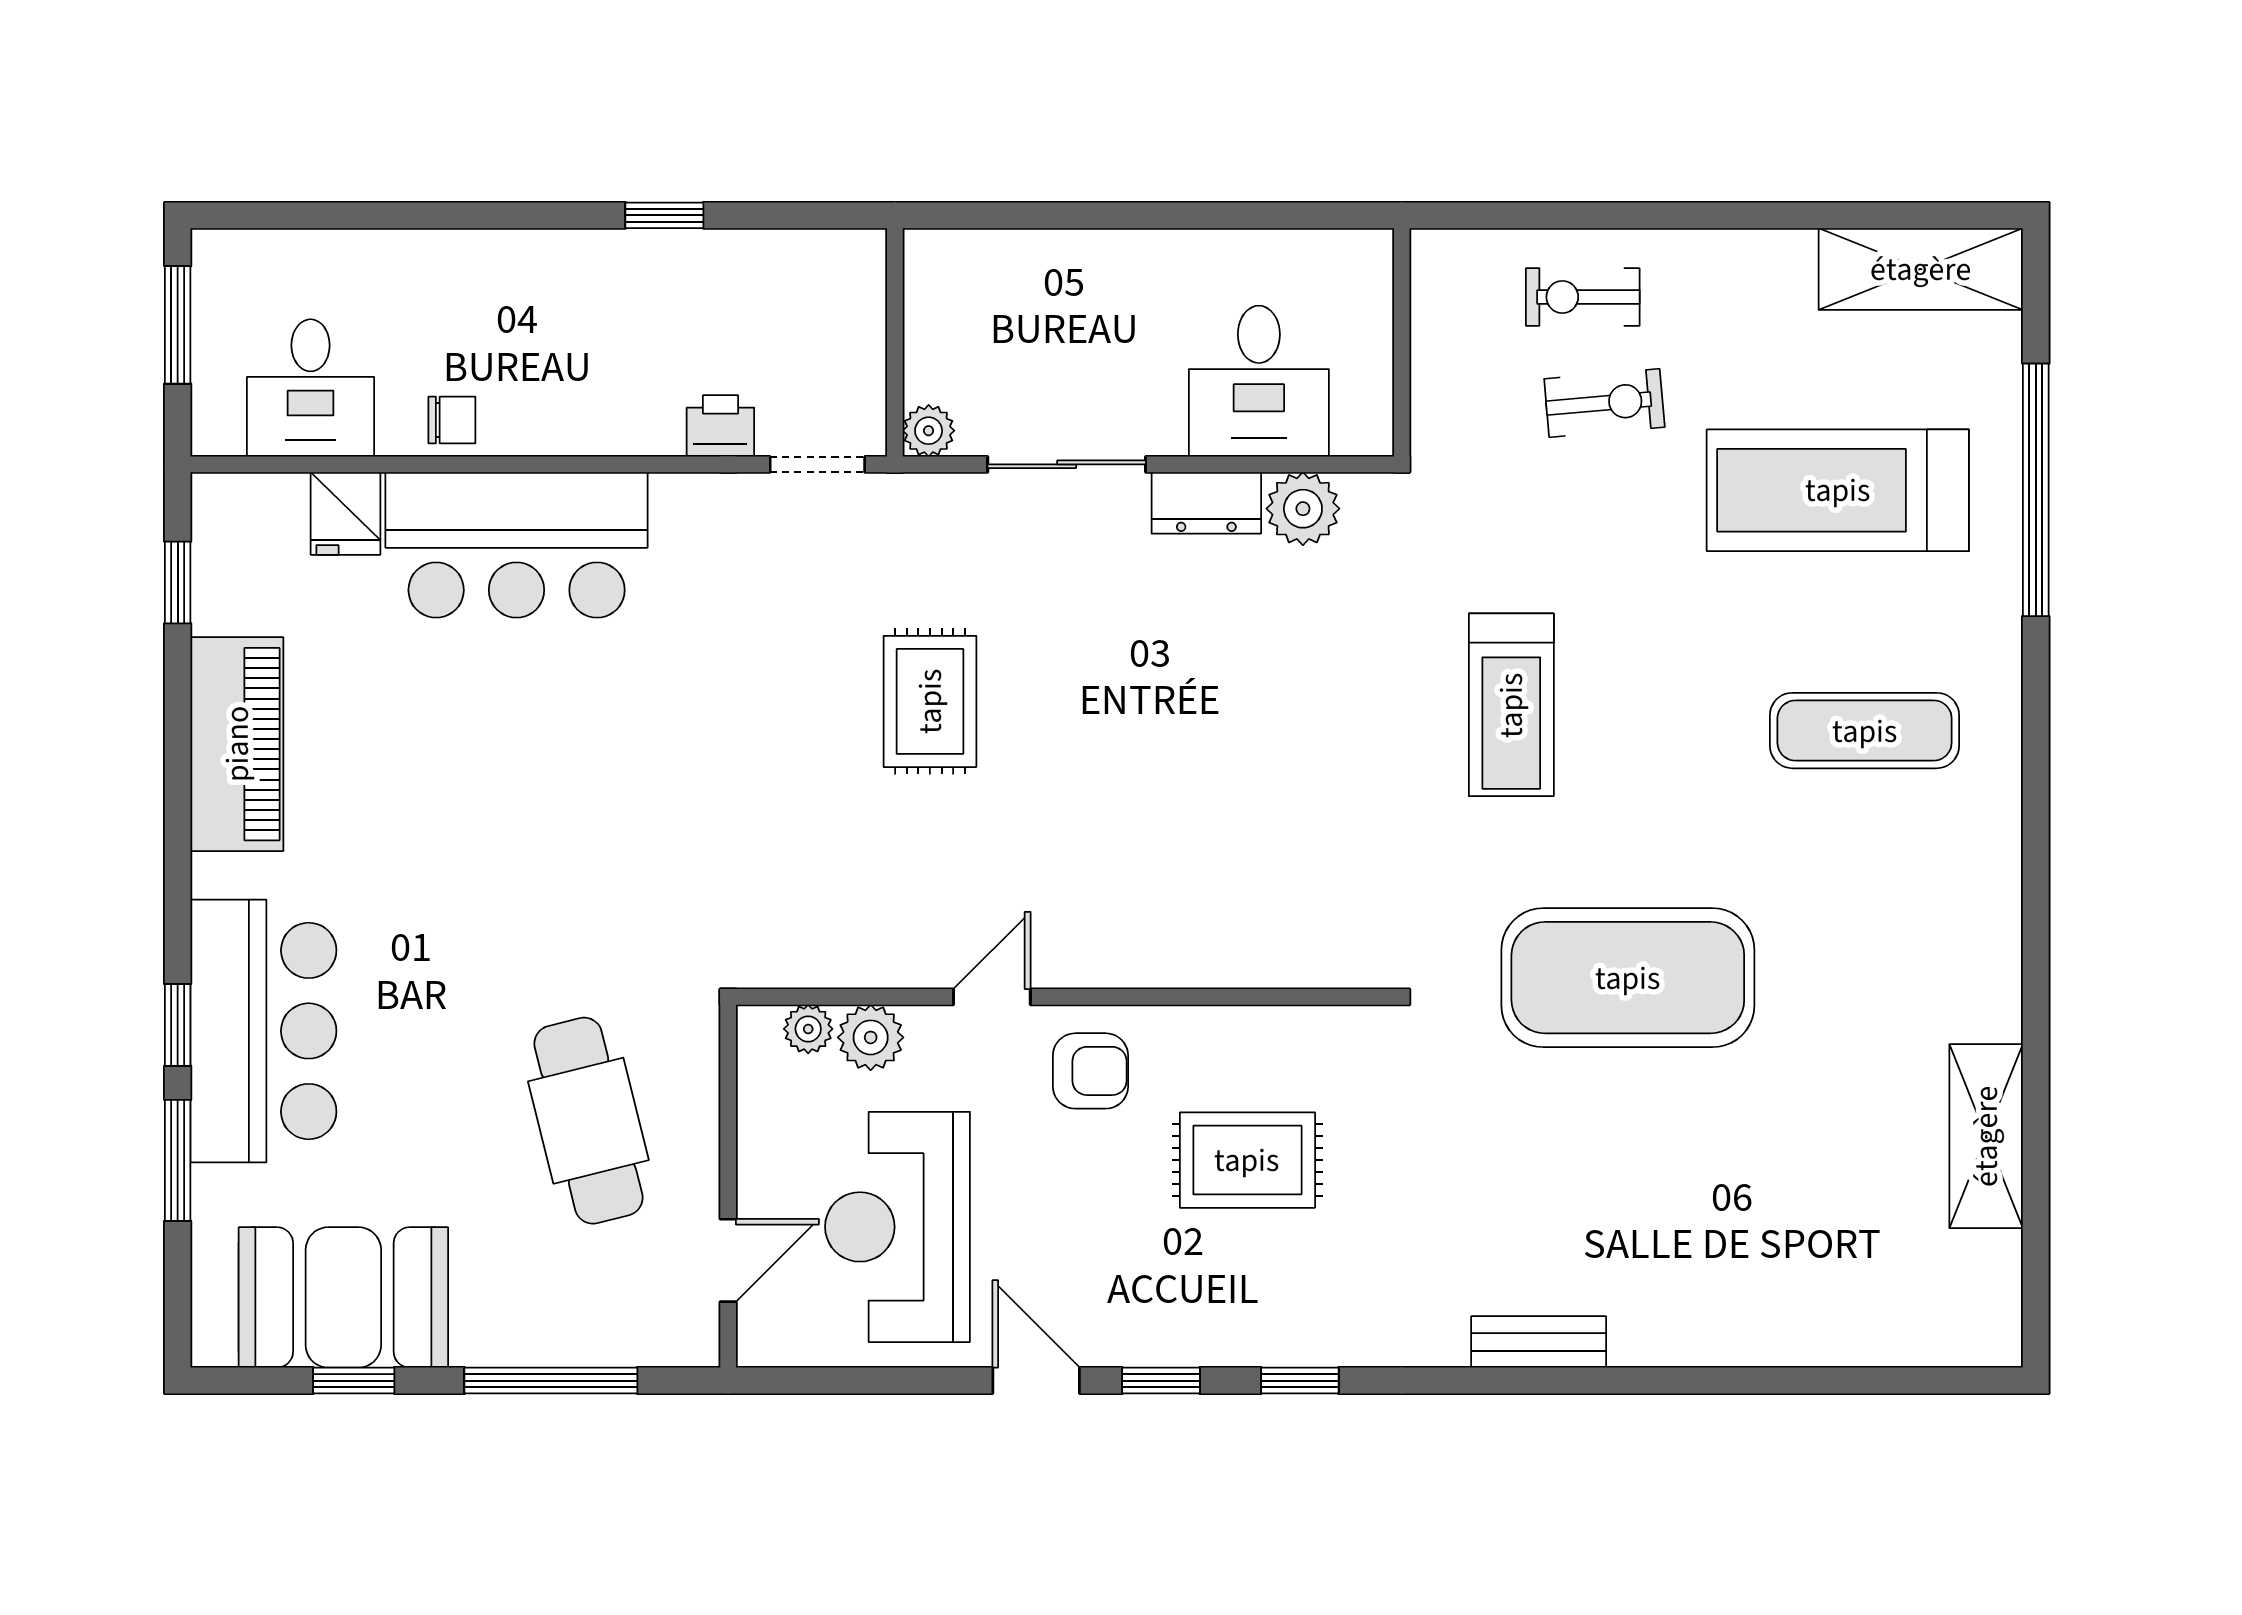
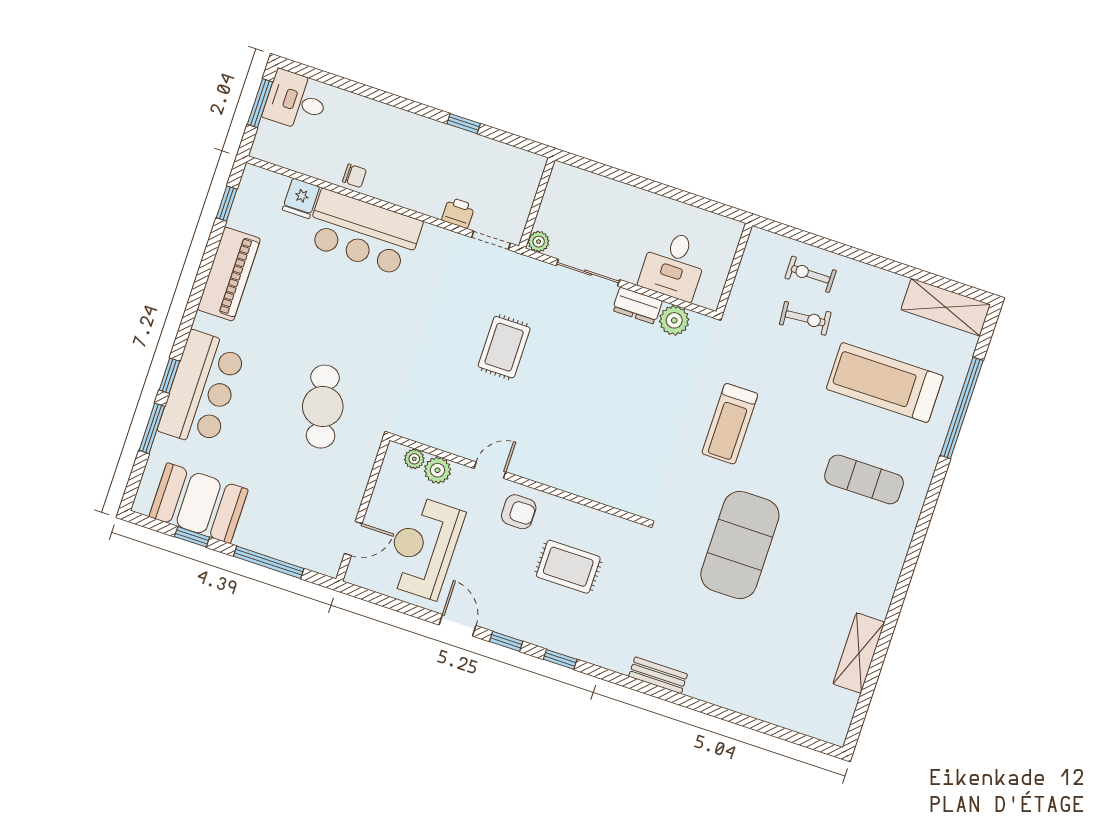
desk: (311, 388) -> (296, 101), moved, turned 90
exercise mat: (1628, 978) -> (740, 545), turned 90
cafe table: (588, 1121) -> (323, 407), moved

